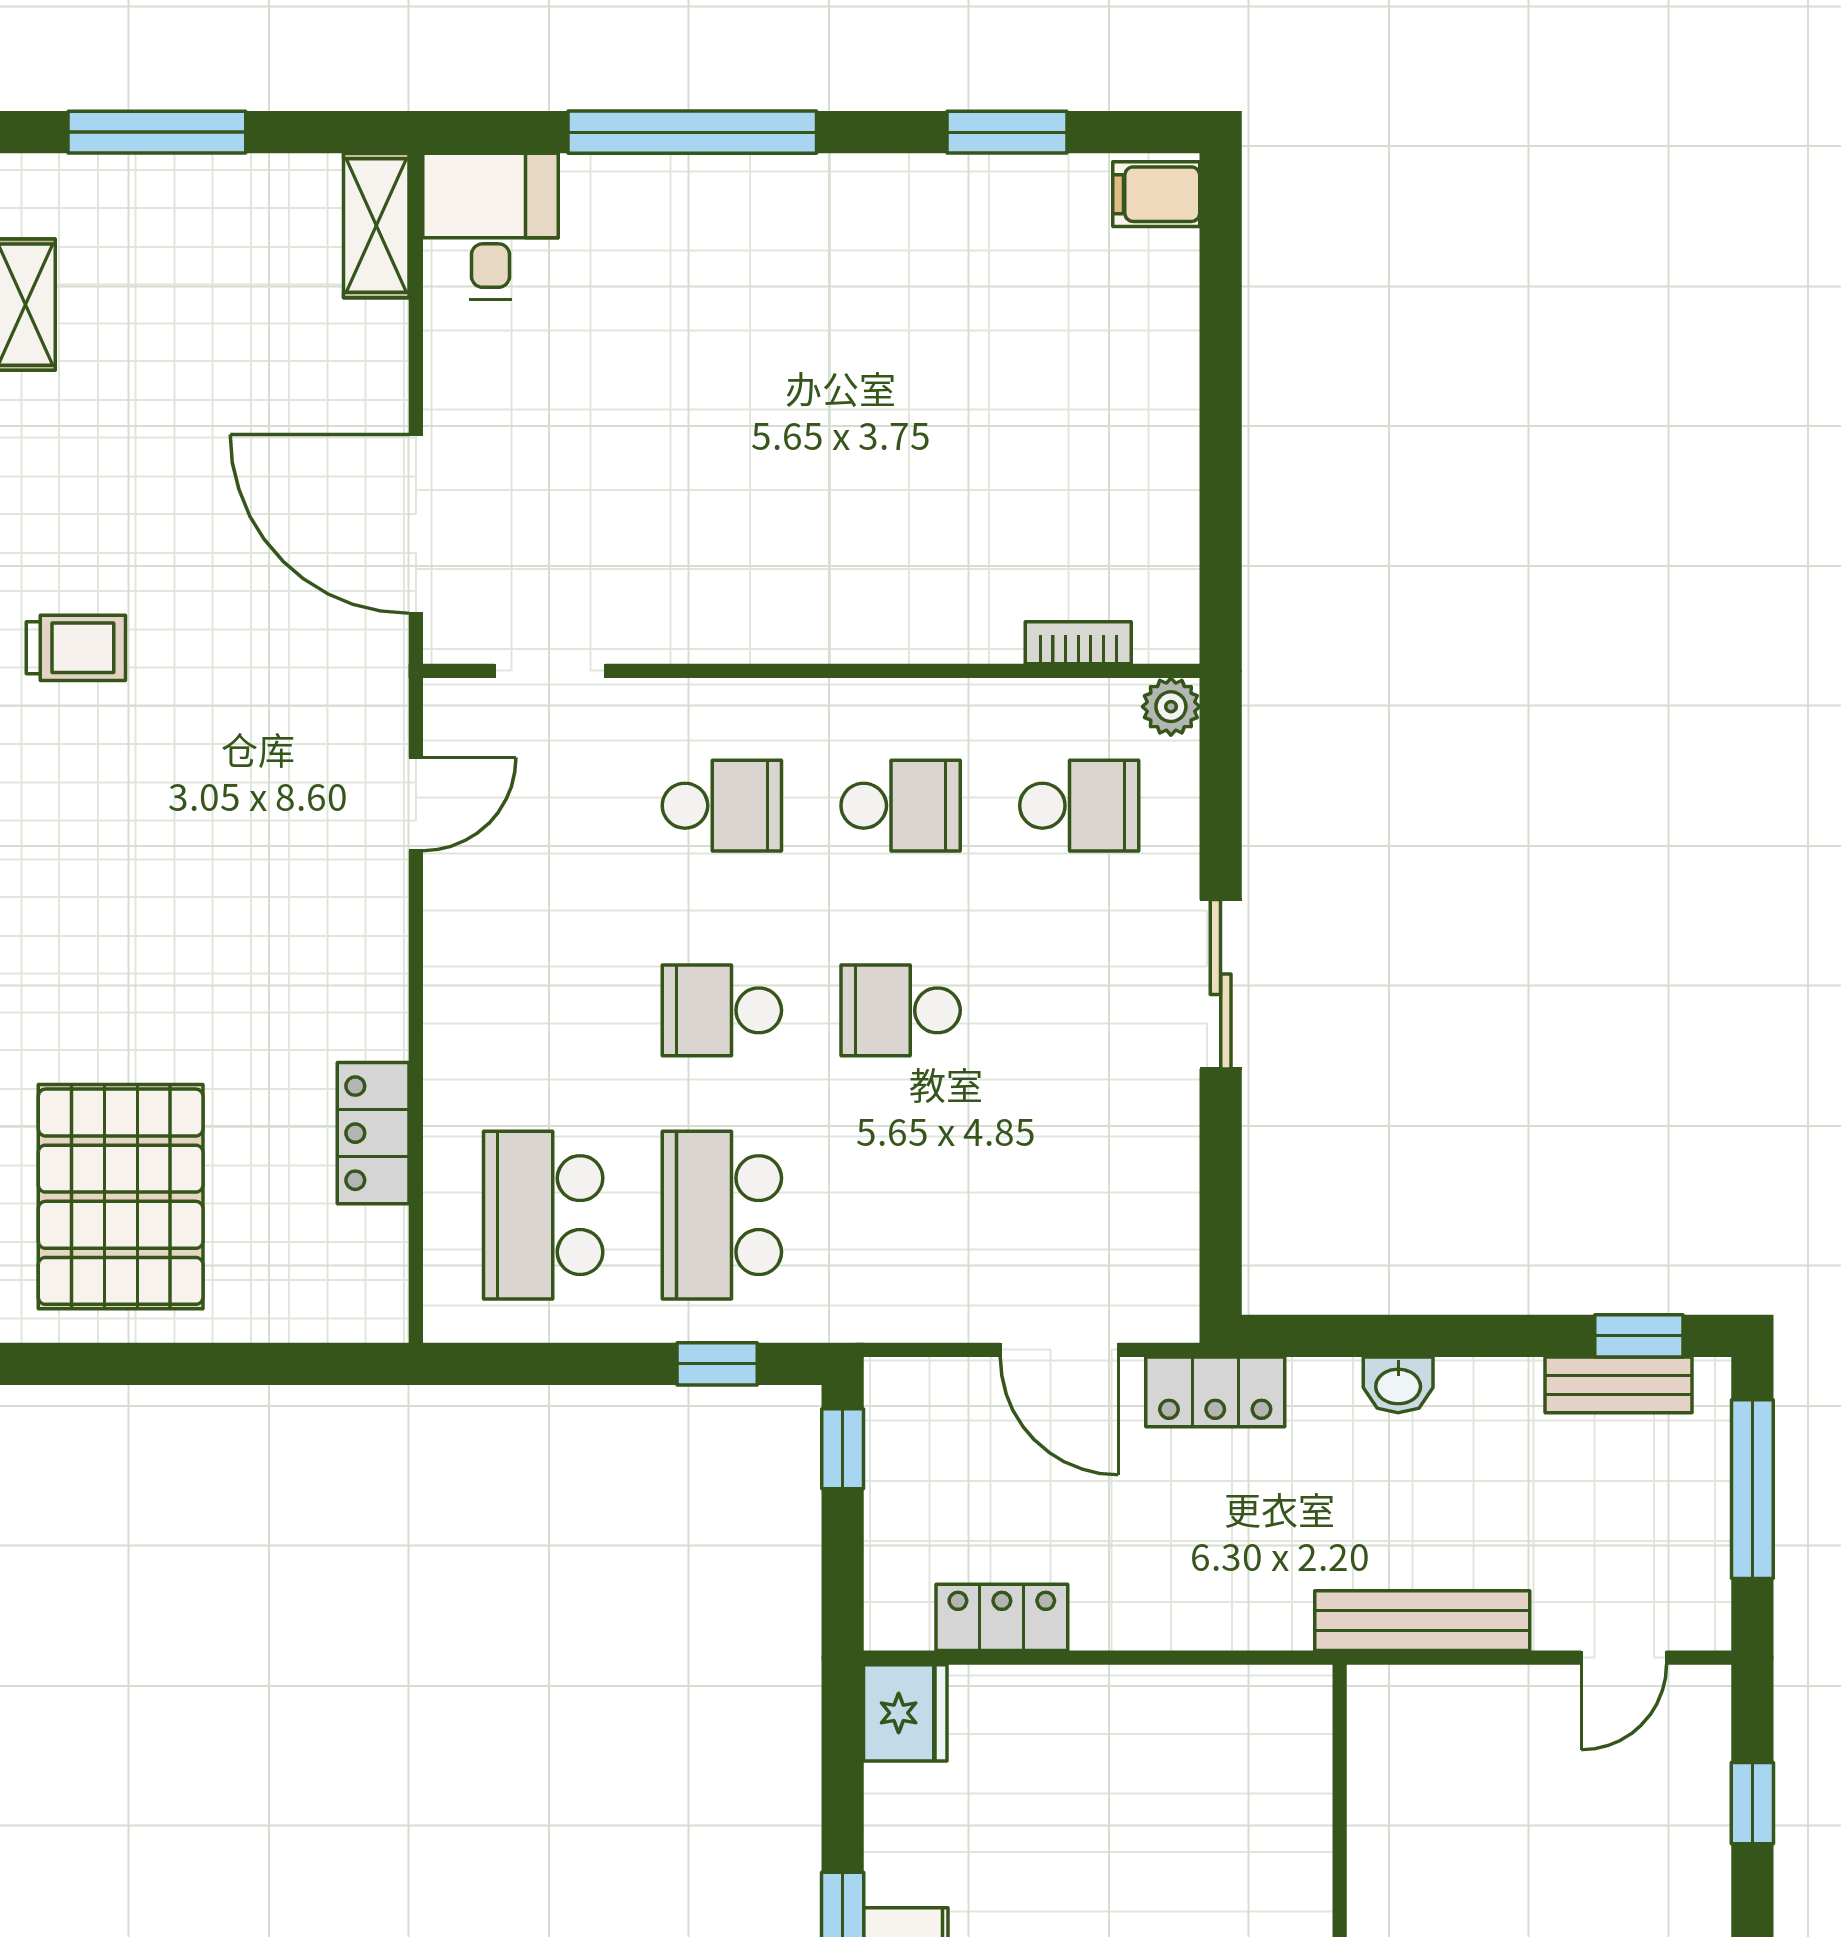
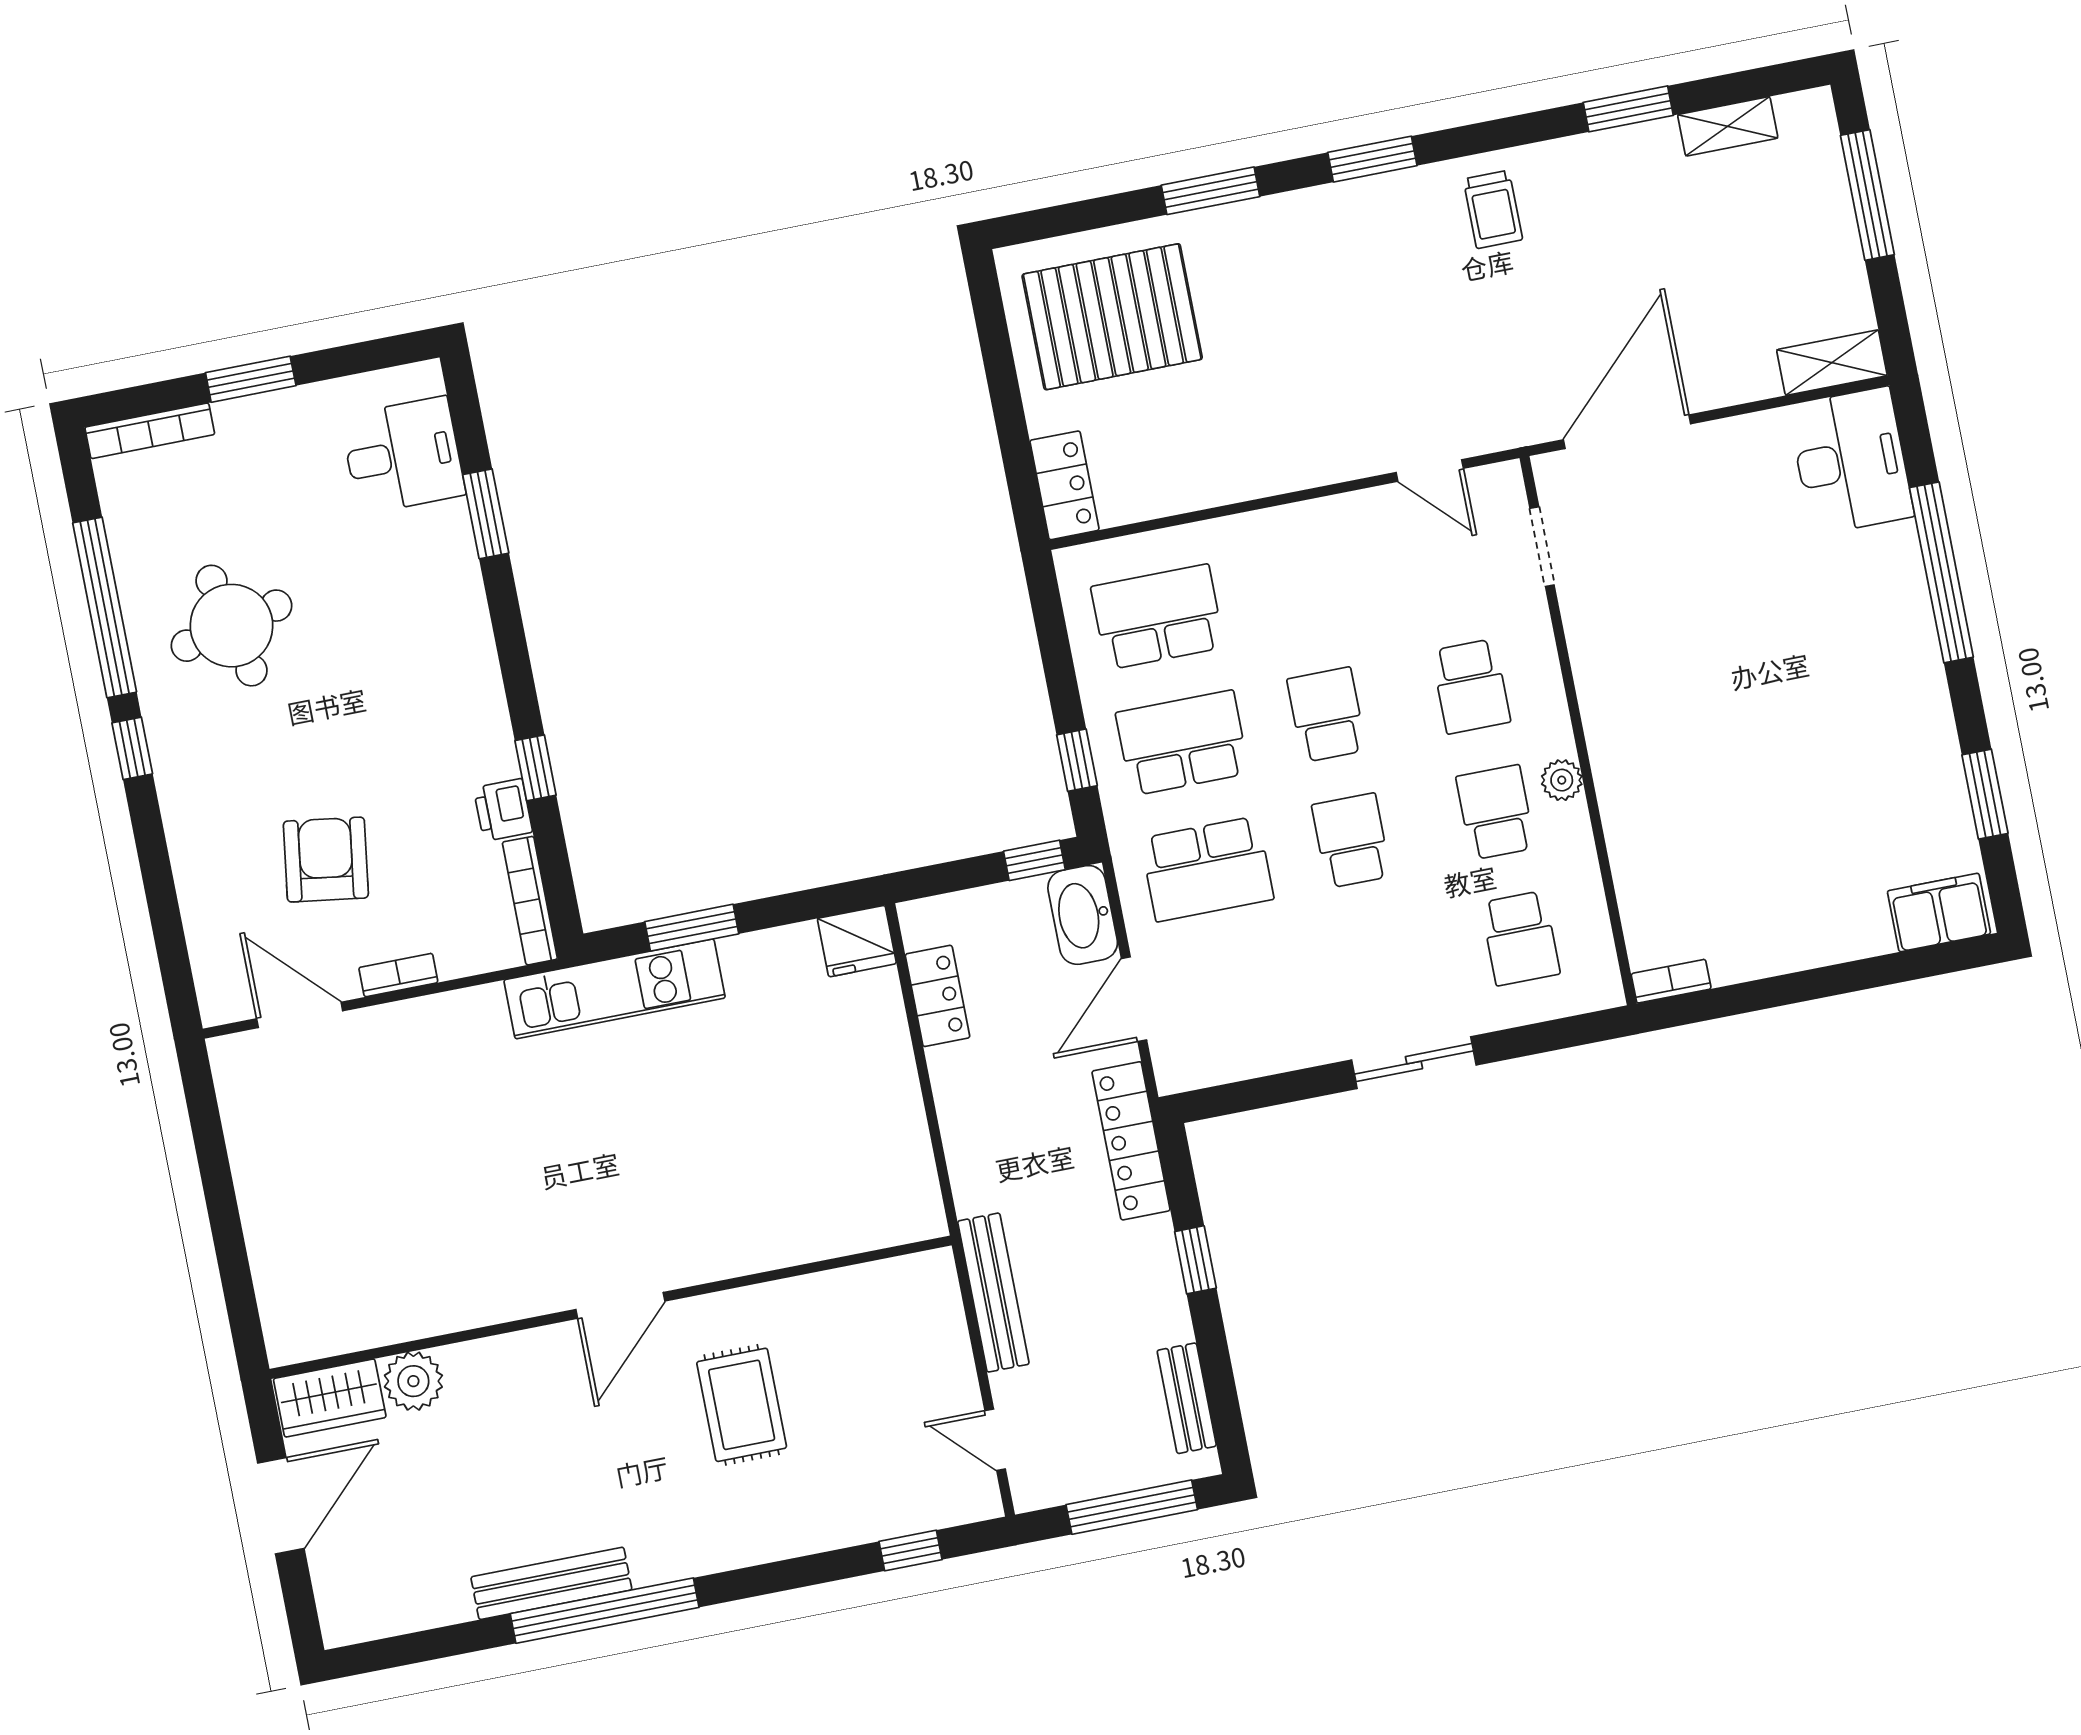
filing cabinet: (1156, 194) -> (1939, 912), width x2.00
desk: (491, 226) -> (1851, 461), width x1.37
bookcase: (1078, 643) -> (1671, 981), moved, turned -90
plant: (1171, 707) -> (1562, 780), moved
school desk: (901, 806) -> (1496, 812), turned 180
locker: (373, 1133) -> (1064, 485), moved, turned 90
school desk: (901, 1215) -> (1207, 869), added
window: (1639, 1336) -> (1195, 1260), moved
washbasin: (1398, 1385) -> (1083, 915), moved, width x1.91, depth x1.45
locker: (1215, 1392) -> (1131, 1141), width x1.53

